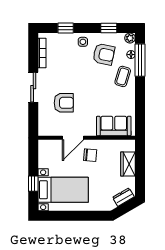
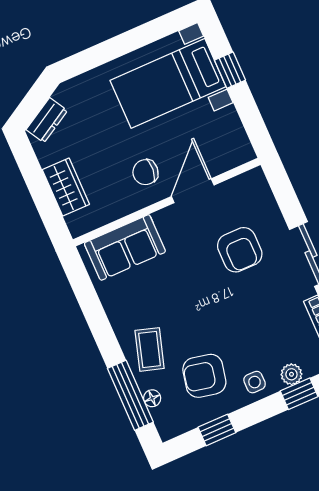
plant: (130, 38) -> (291, 374), moved
armchair: (64, 103) -> (240, 250), turned -90

